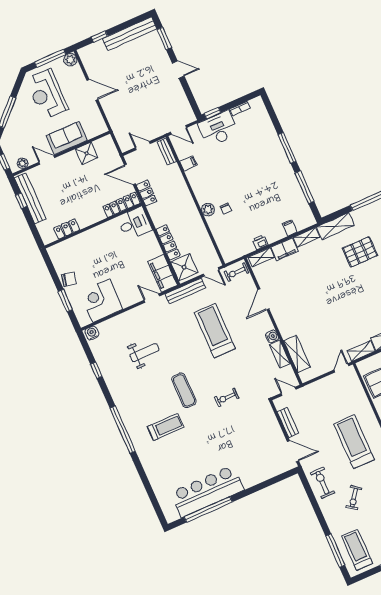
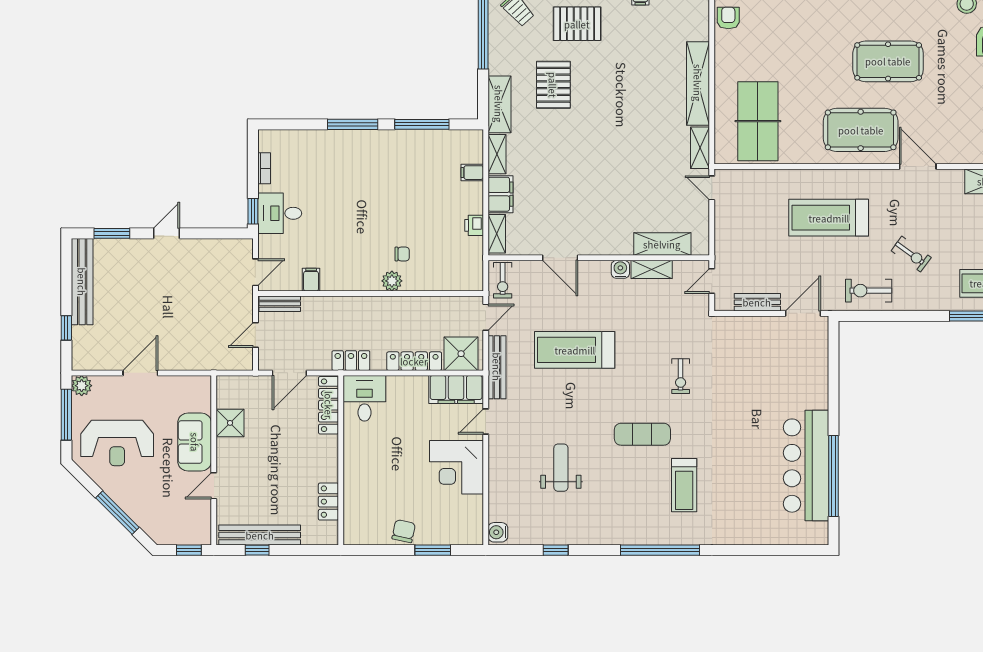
desk: (218, 129) -> (280, 213), width x0.73
plant: (23, 163) -> (203, 524), removed
locker: (147, 193) -> (351, 361), moved
corner desk: (101, 301) -> (456, 467), moved
treadmill: (166, 427) -> (684, 485), turned 180

